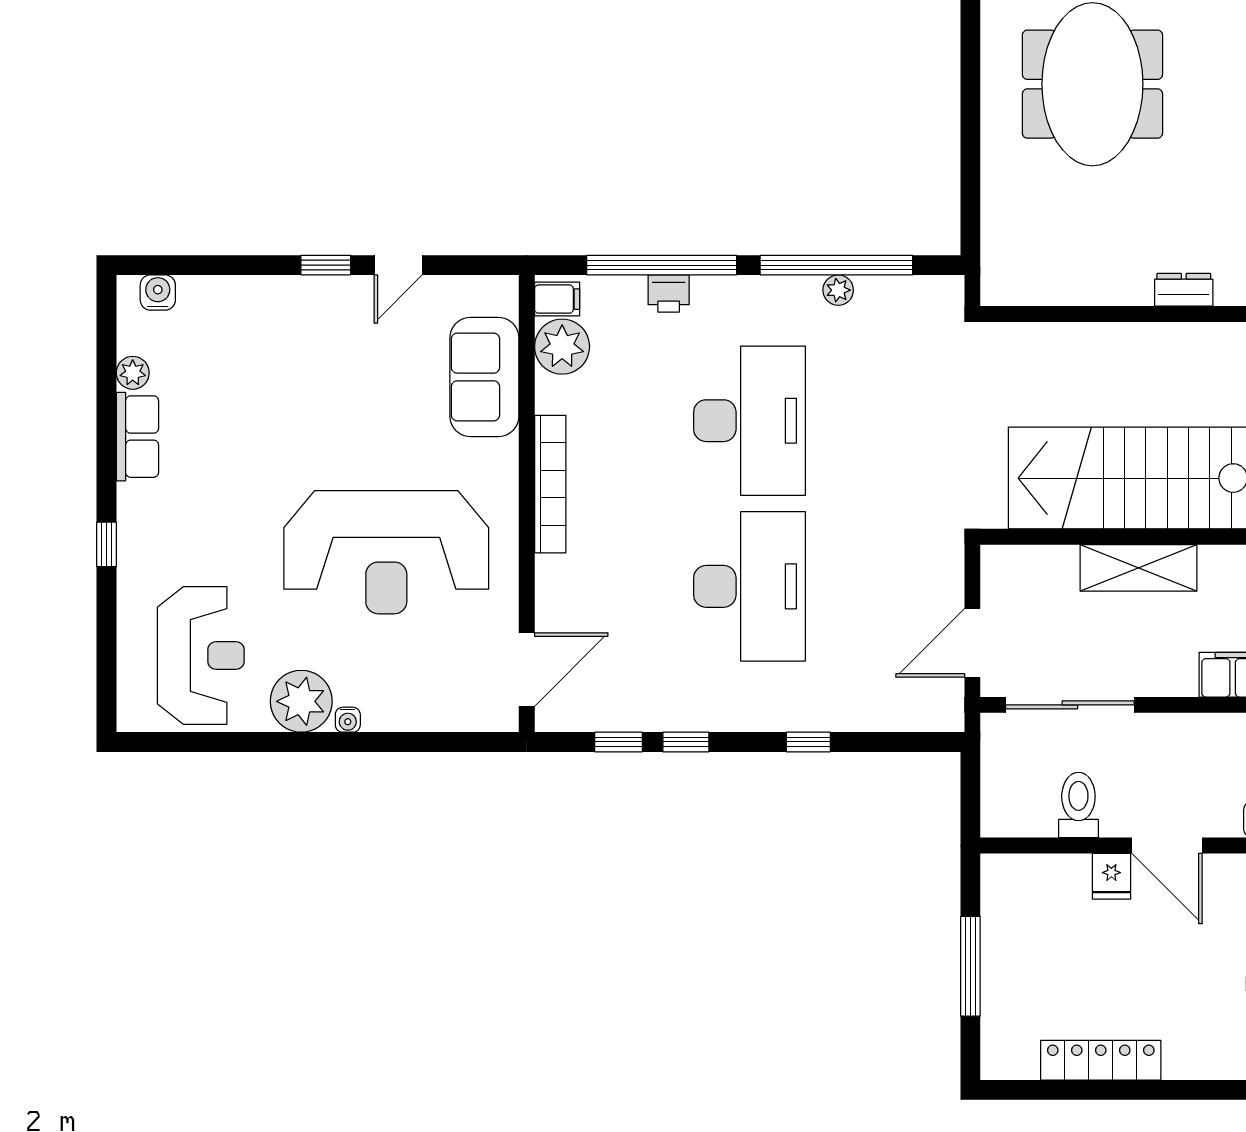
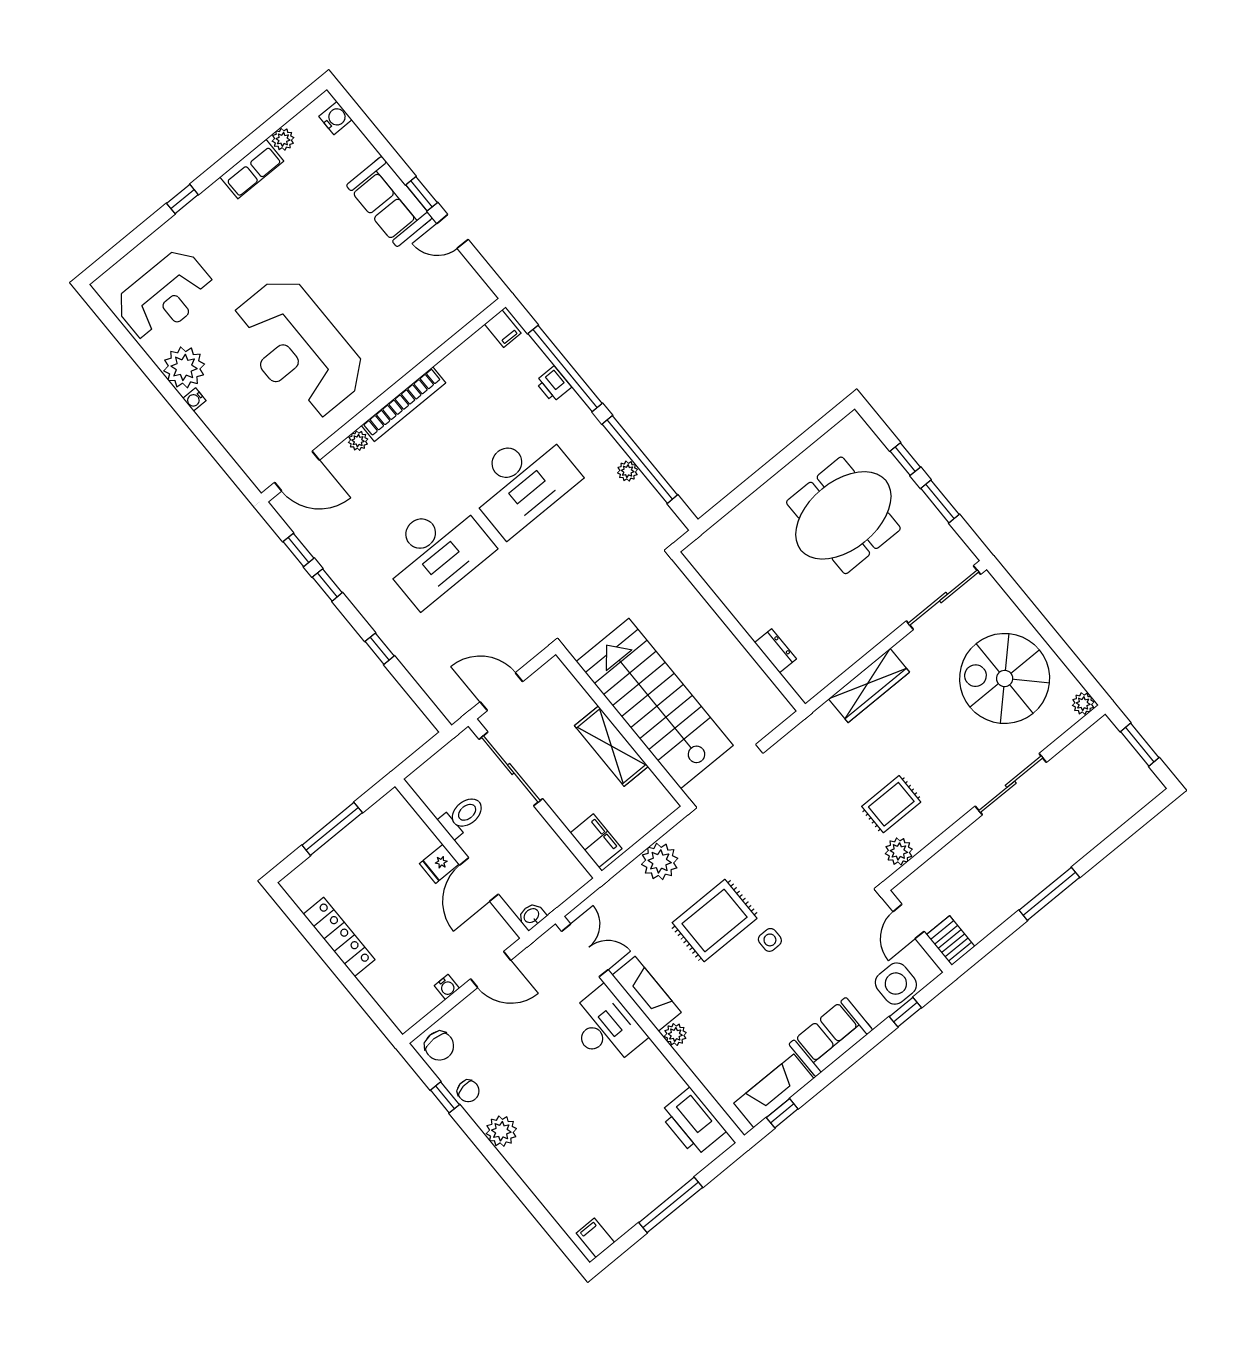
plant: (562, 347) -> (358, 441), moved, width x0.53, depth x0.53
sofa: (484, 377) -> (389, 202), moved, turned -90

